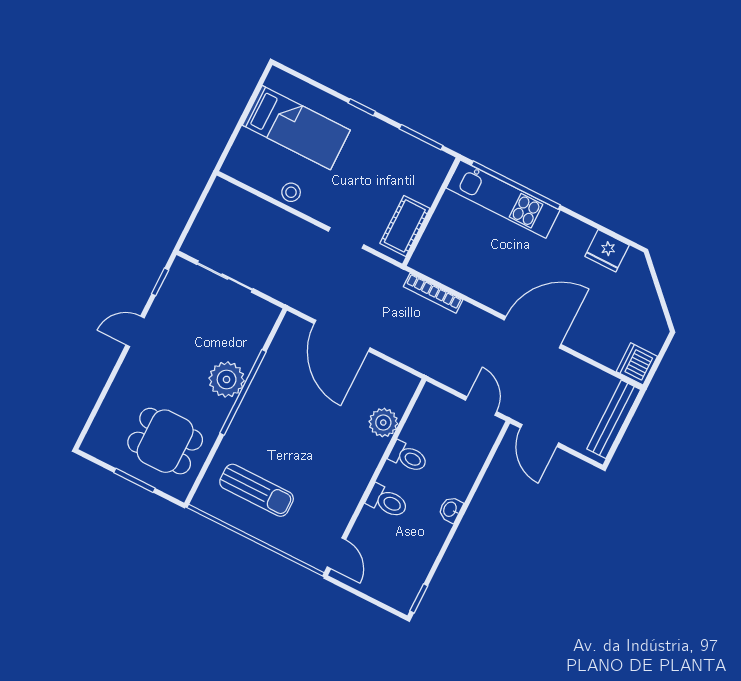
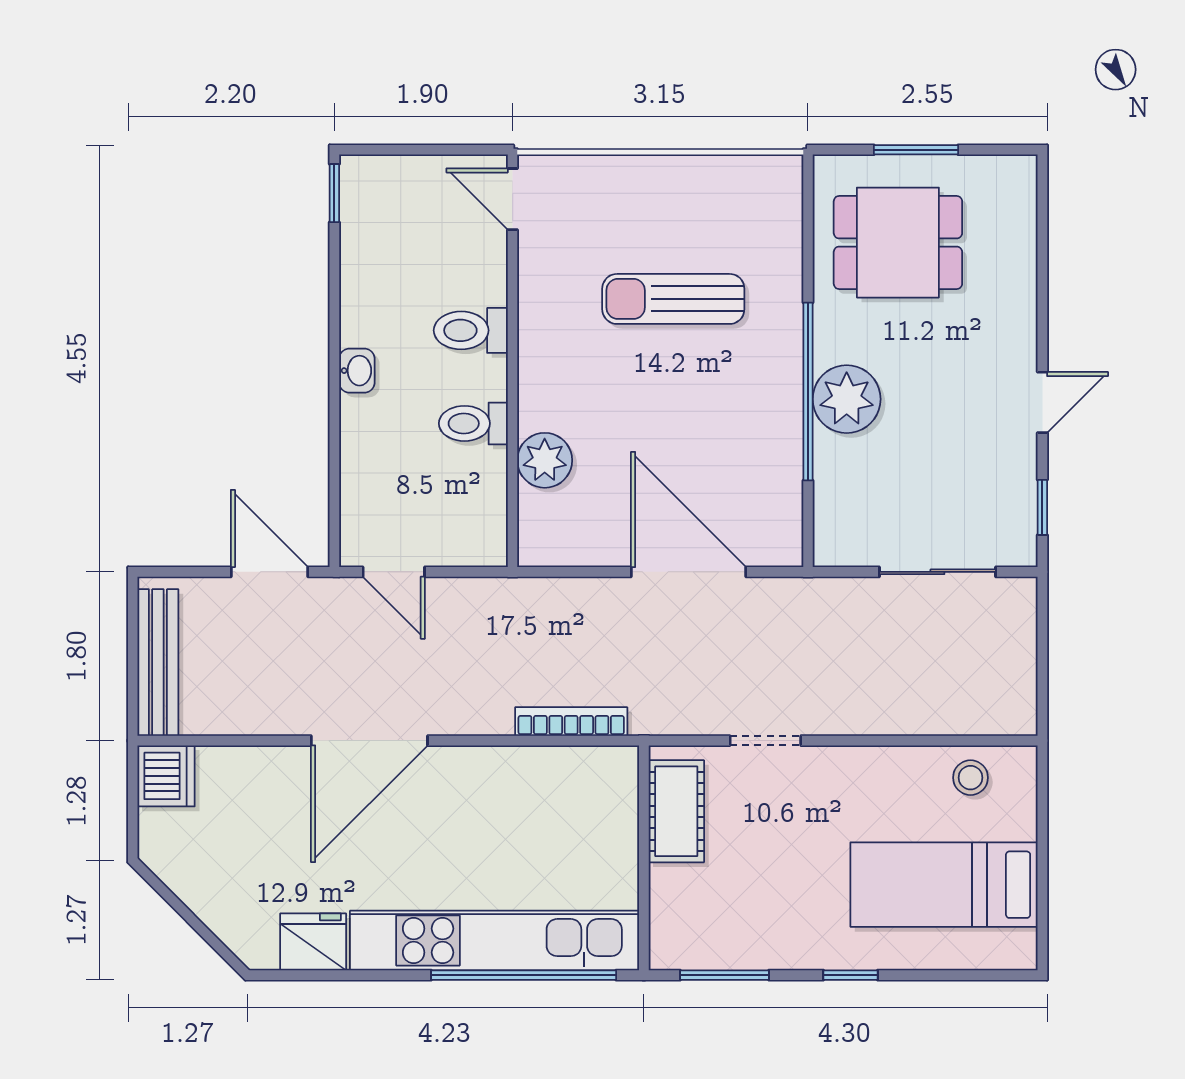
stool: (291, 192) -> (970, 778), moved
kitchen unit: (503, 199) -> (495, 941), width x1.36
sun lounger: (257, 490) -> (673, 299), moved

